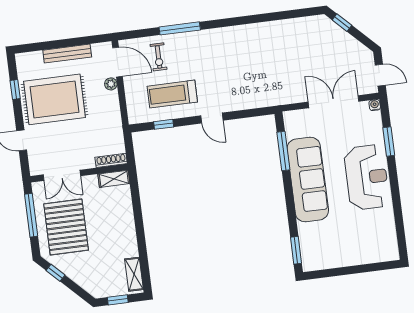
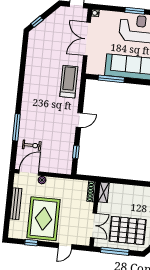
treadmill: (172, 94) -> (69, 82), moved, turned 180
window: (389, 142) -> (135, 11), moved

